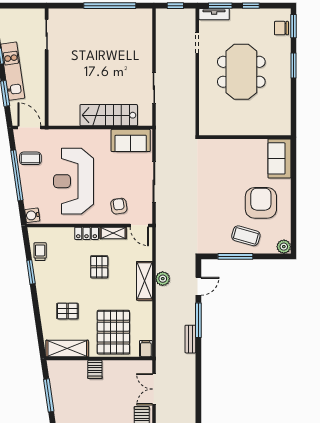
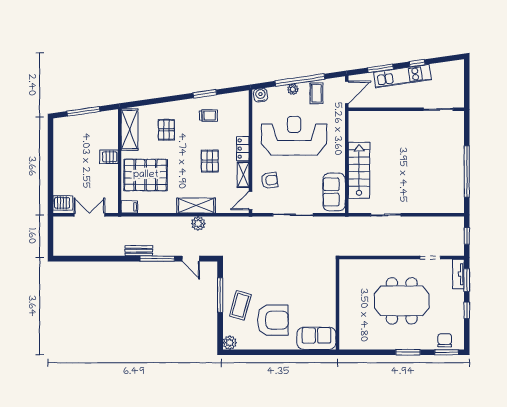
plant: (26, 182) -> (293, 89), added
trolley: (40, 252) -> (208, 116), moved
pallet: (99, 267) -> (210, 161), turned 90

